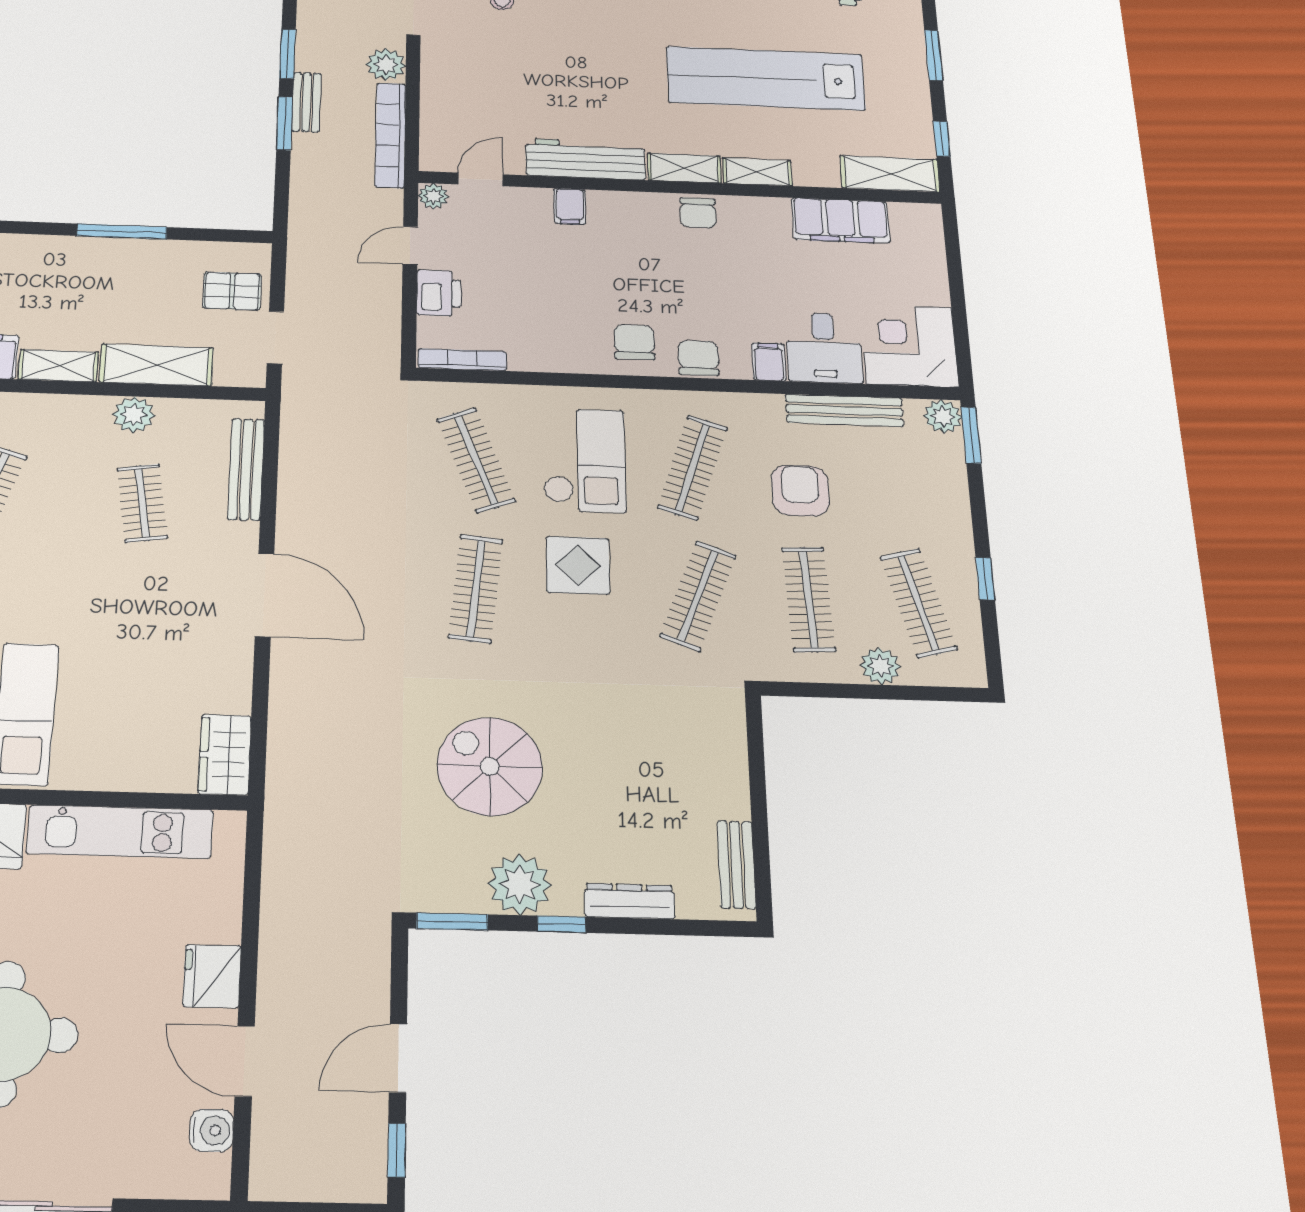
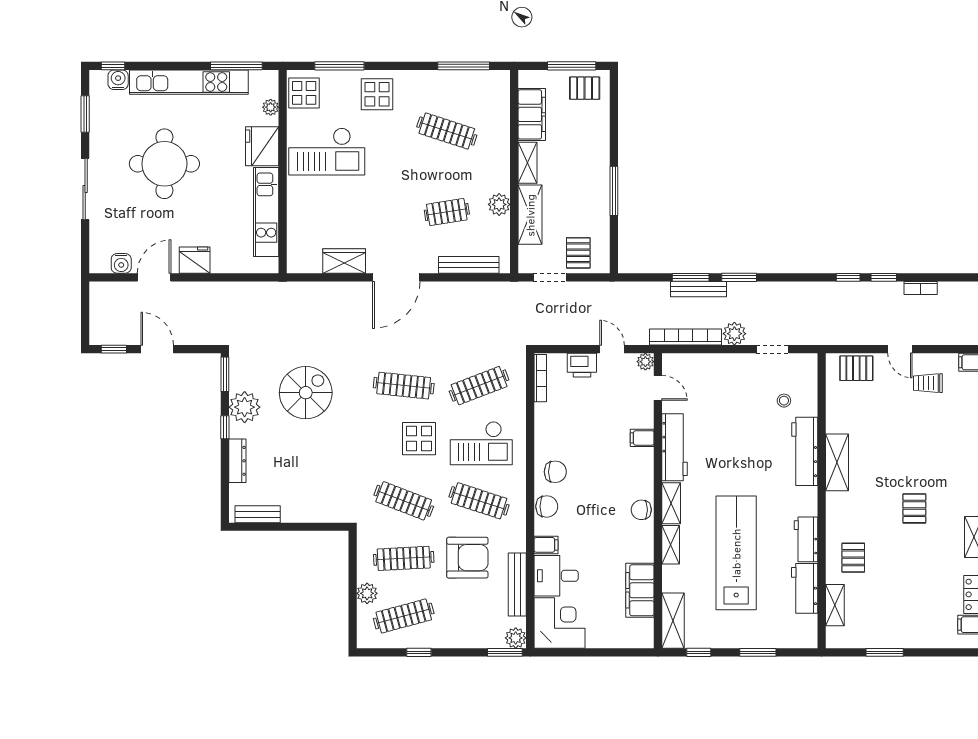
bench: (306, 102) -> (698, 289), width x1.36
armchair: (800, 491) -> (467, 558), width x1.36, depth x1.36
wardrobe: (225, 755) -> (344, 261), moved

